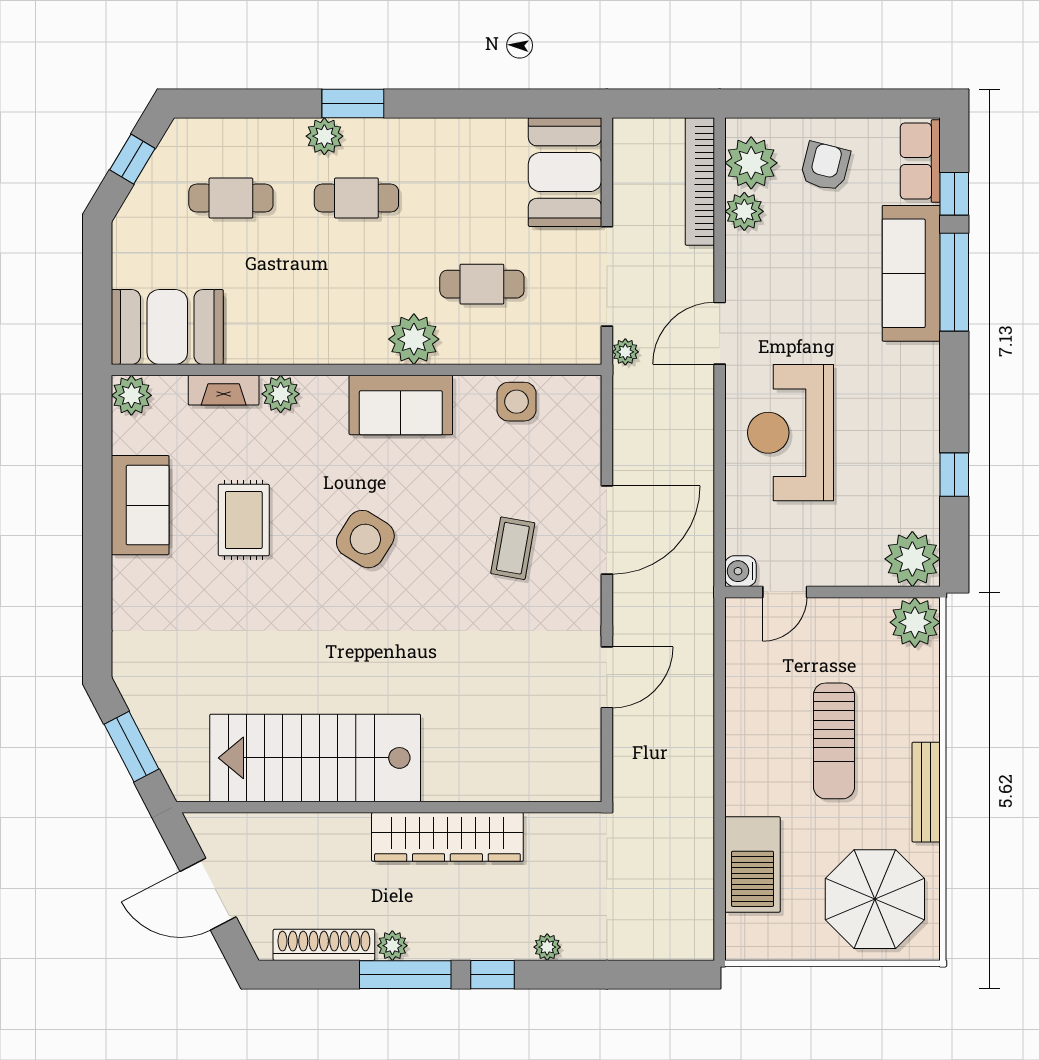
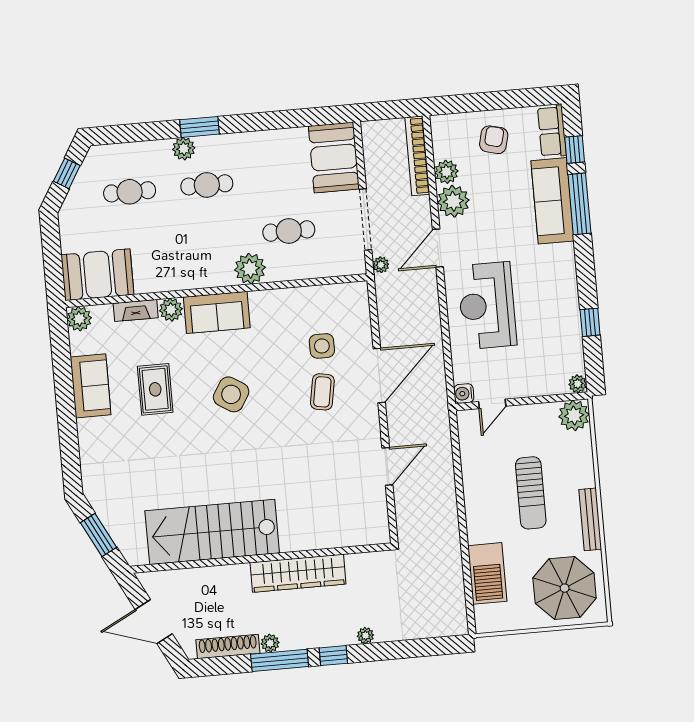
plant: (751, 163) -> (453, 201), moved
side table: (516, 402) -> (322, 346), moved
sofa: (401, 405) -> (217, 312), moved
plant: (912, 559) -> (578, 384), width x0.53, depth x0.53

